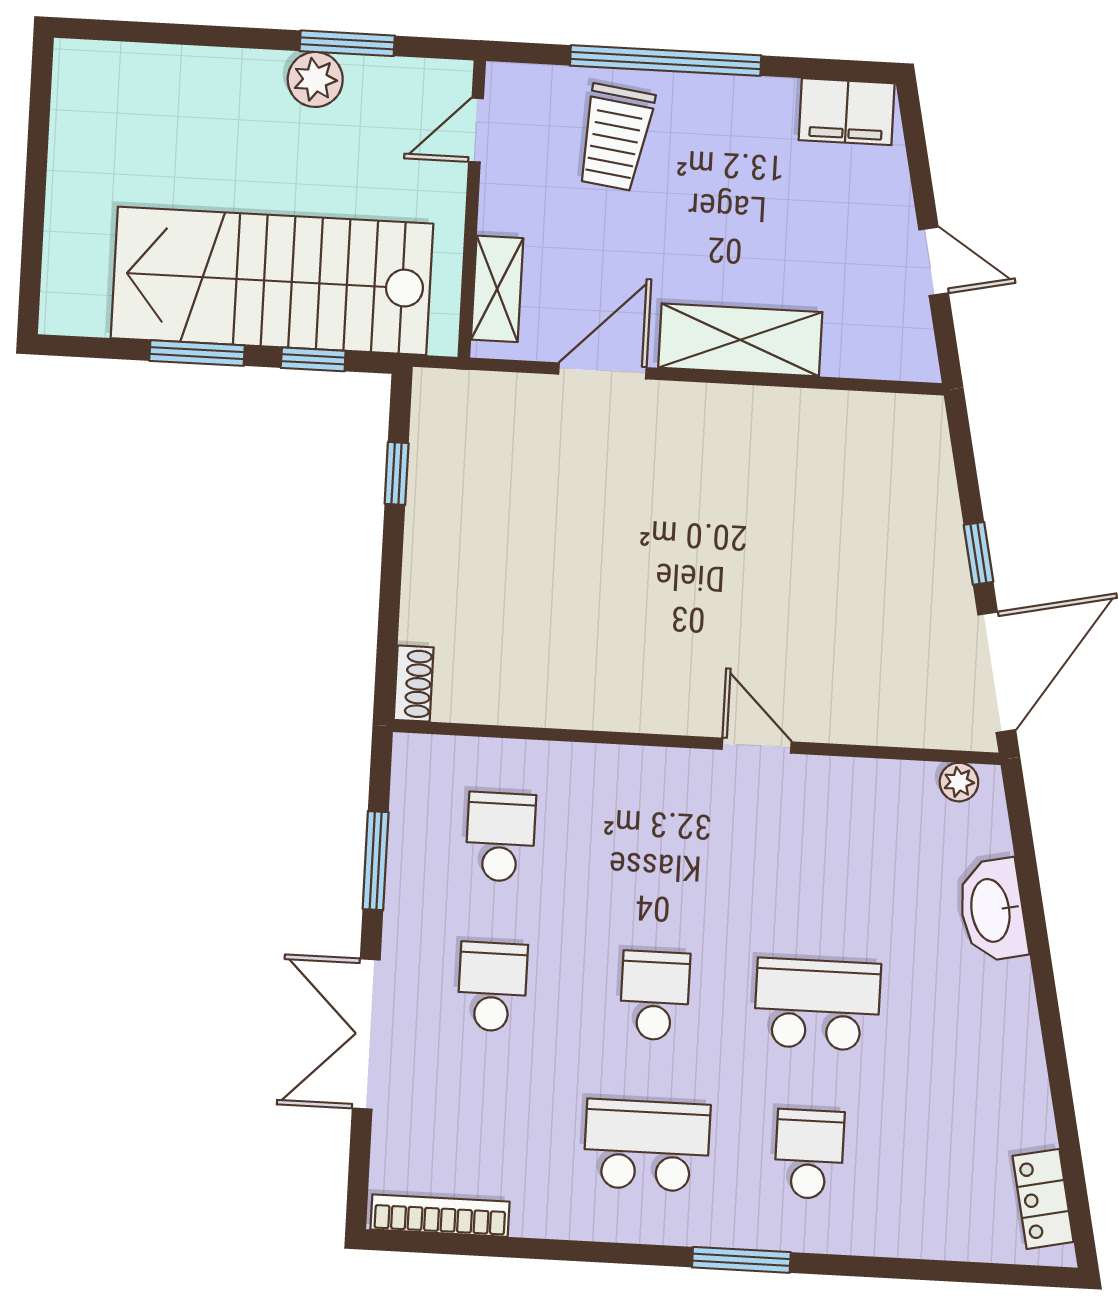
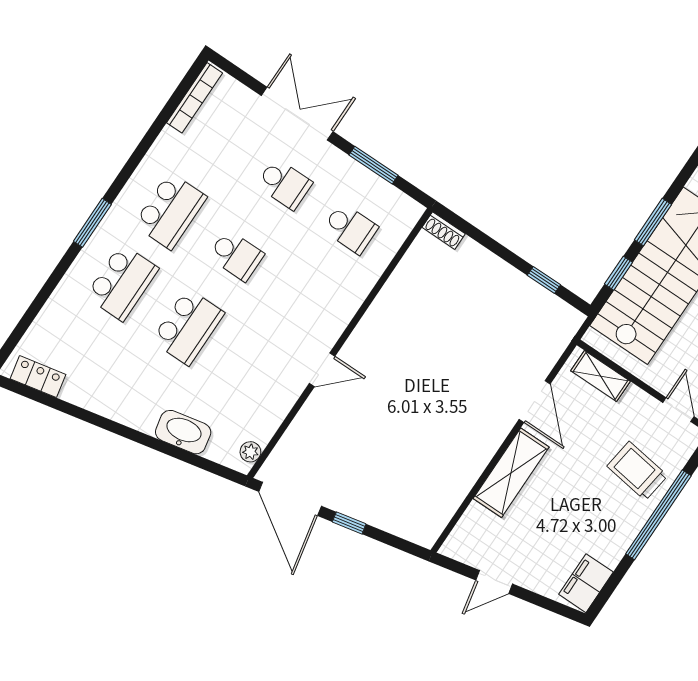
school desk: (809, 1154) -> (122, 282), width x1.85

